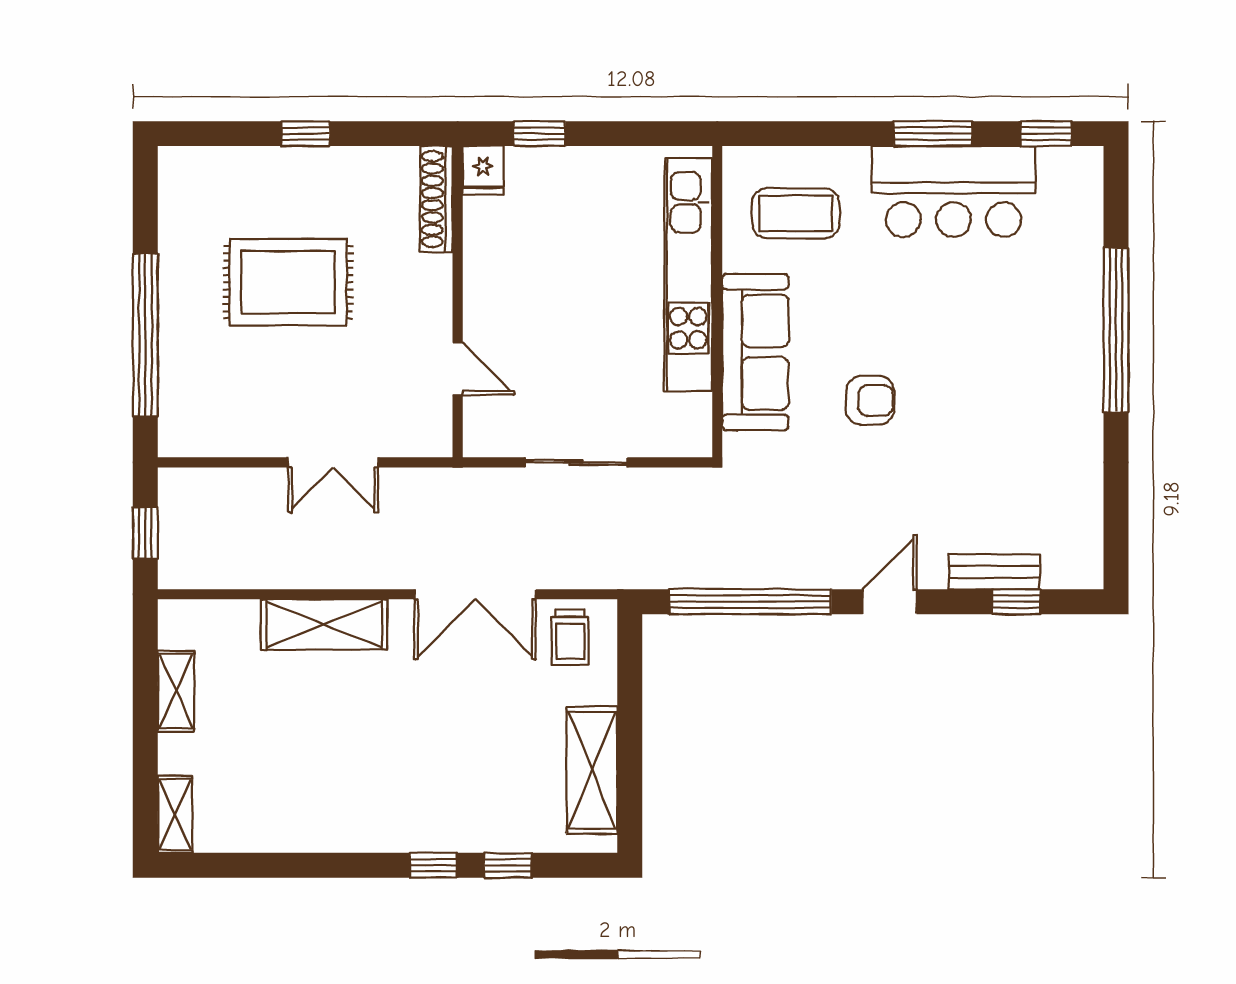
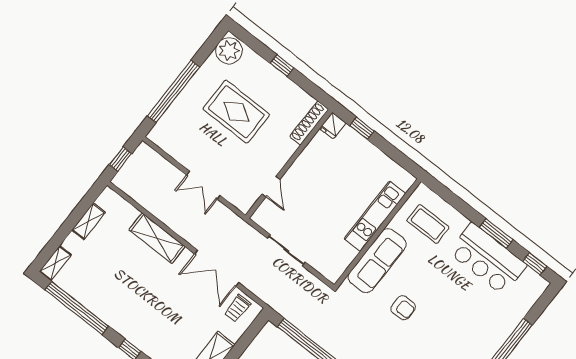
plant: (188, 182) -> (229, 51), added
kitchen unit: (688, 275) -> (375, 216), width x0.73
window: (278, 865) -> (77, 308), added

